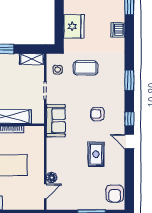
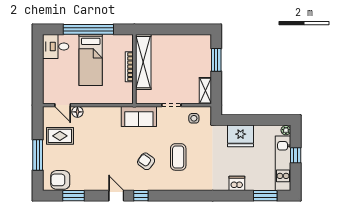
coffee table: (86, 68) -> (178, 157), moved
window: (129, 80) -> (73, 196), moved
armchair: (97, 114) -> (146, 161), turned -54
door: (129, 142) -> (116, 196), hinge flipped
rug: (96, 154) -> (60, 136), moved

